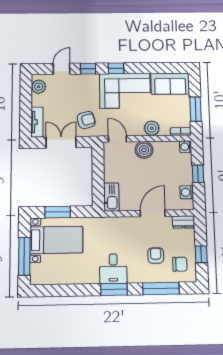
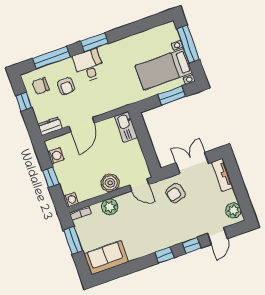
corner sofa: (125, 91) -> (148, 235), removed
double door: (61, 142) -> (192, 163), swing flipped
desk: (113, 269) -> (89, 65), moved

